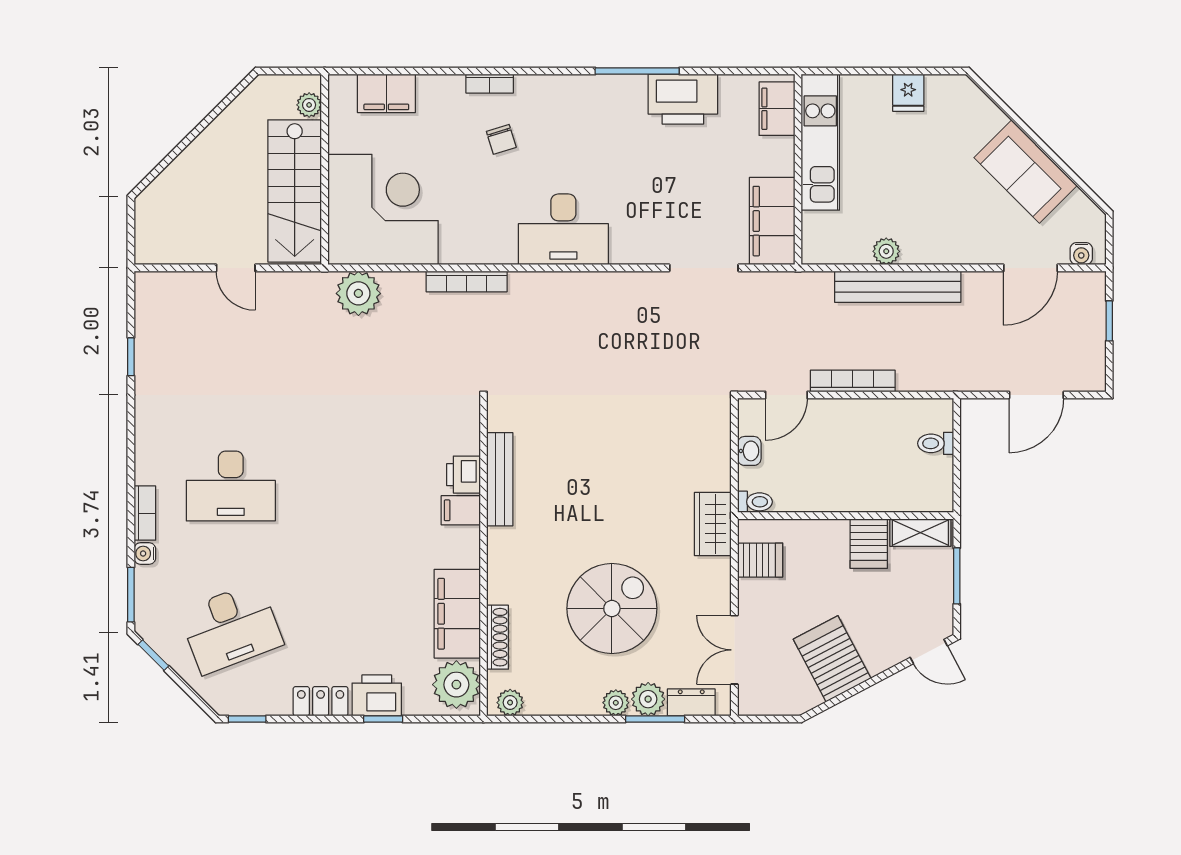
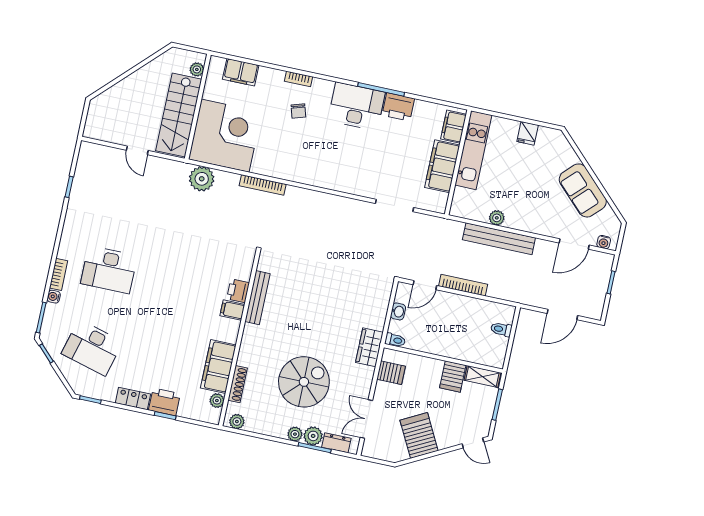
printer: (683, 99) -> (398, 107), width x0.73, depth x0.84
filing cabinet: (772, 221) -> (442, 166), moved
desk: (563, 229) -> (356, 106), moved, turned 180
desk: (231, 628) -> (92, 348), turned 36
plant: (456, 685) -> (217, 401), width x0.53, depth x0.53

